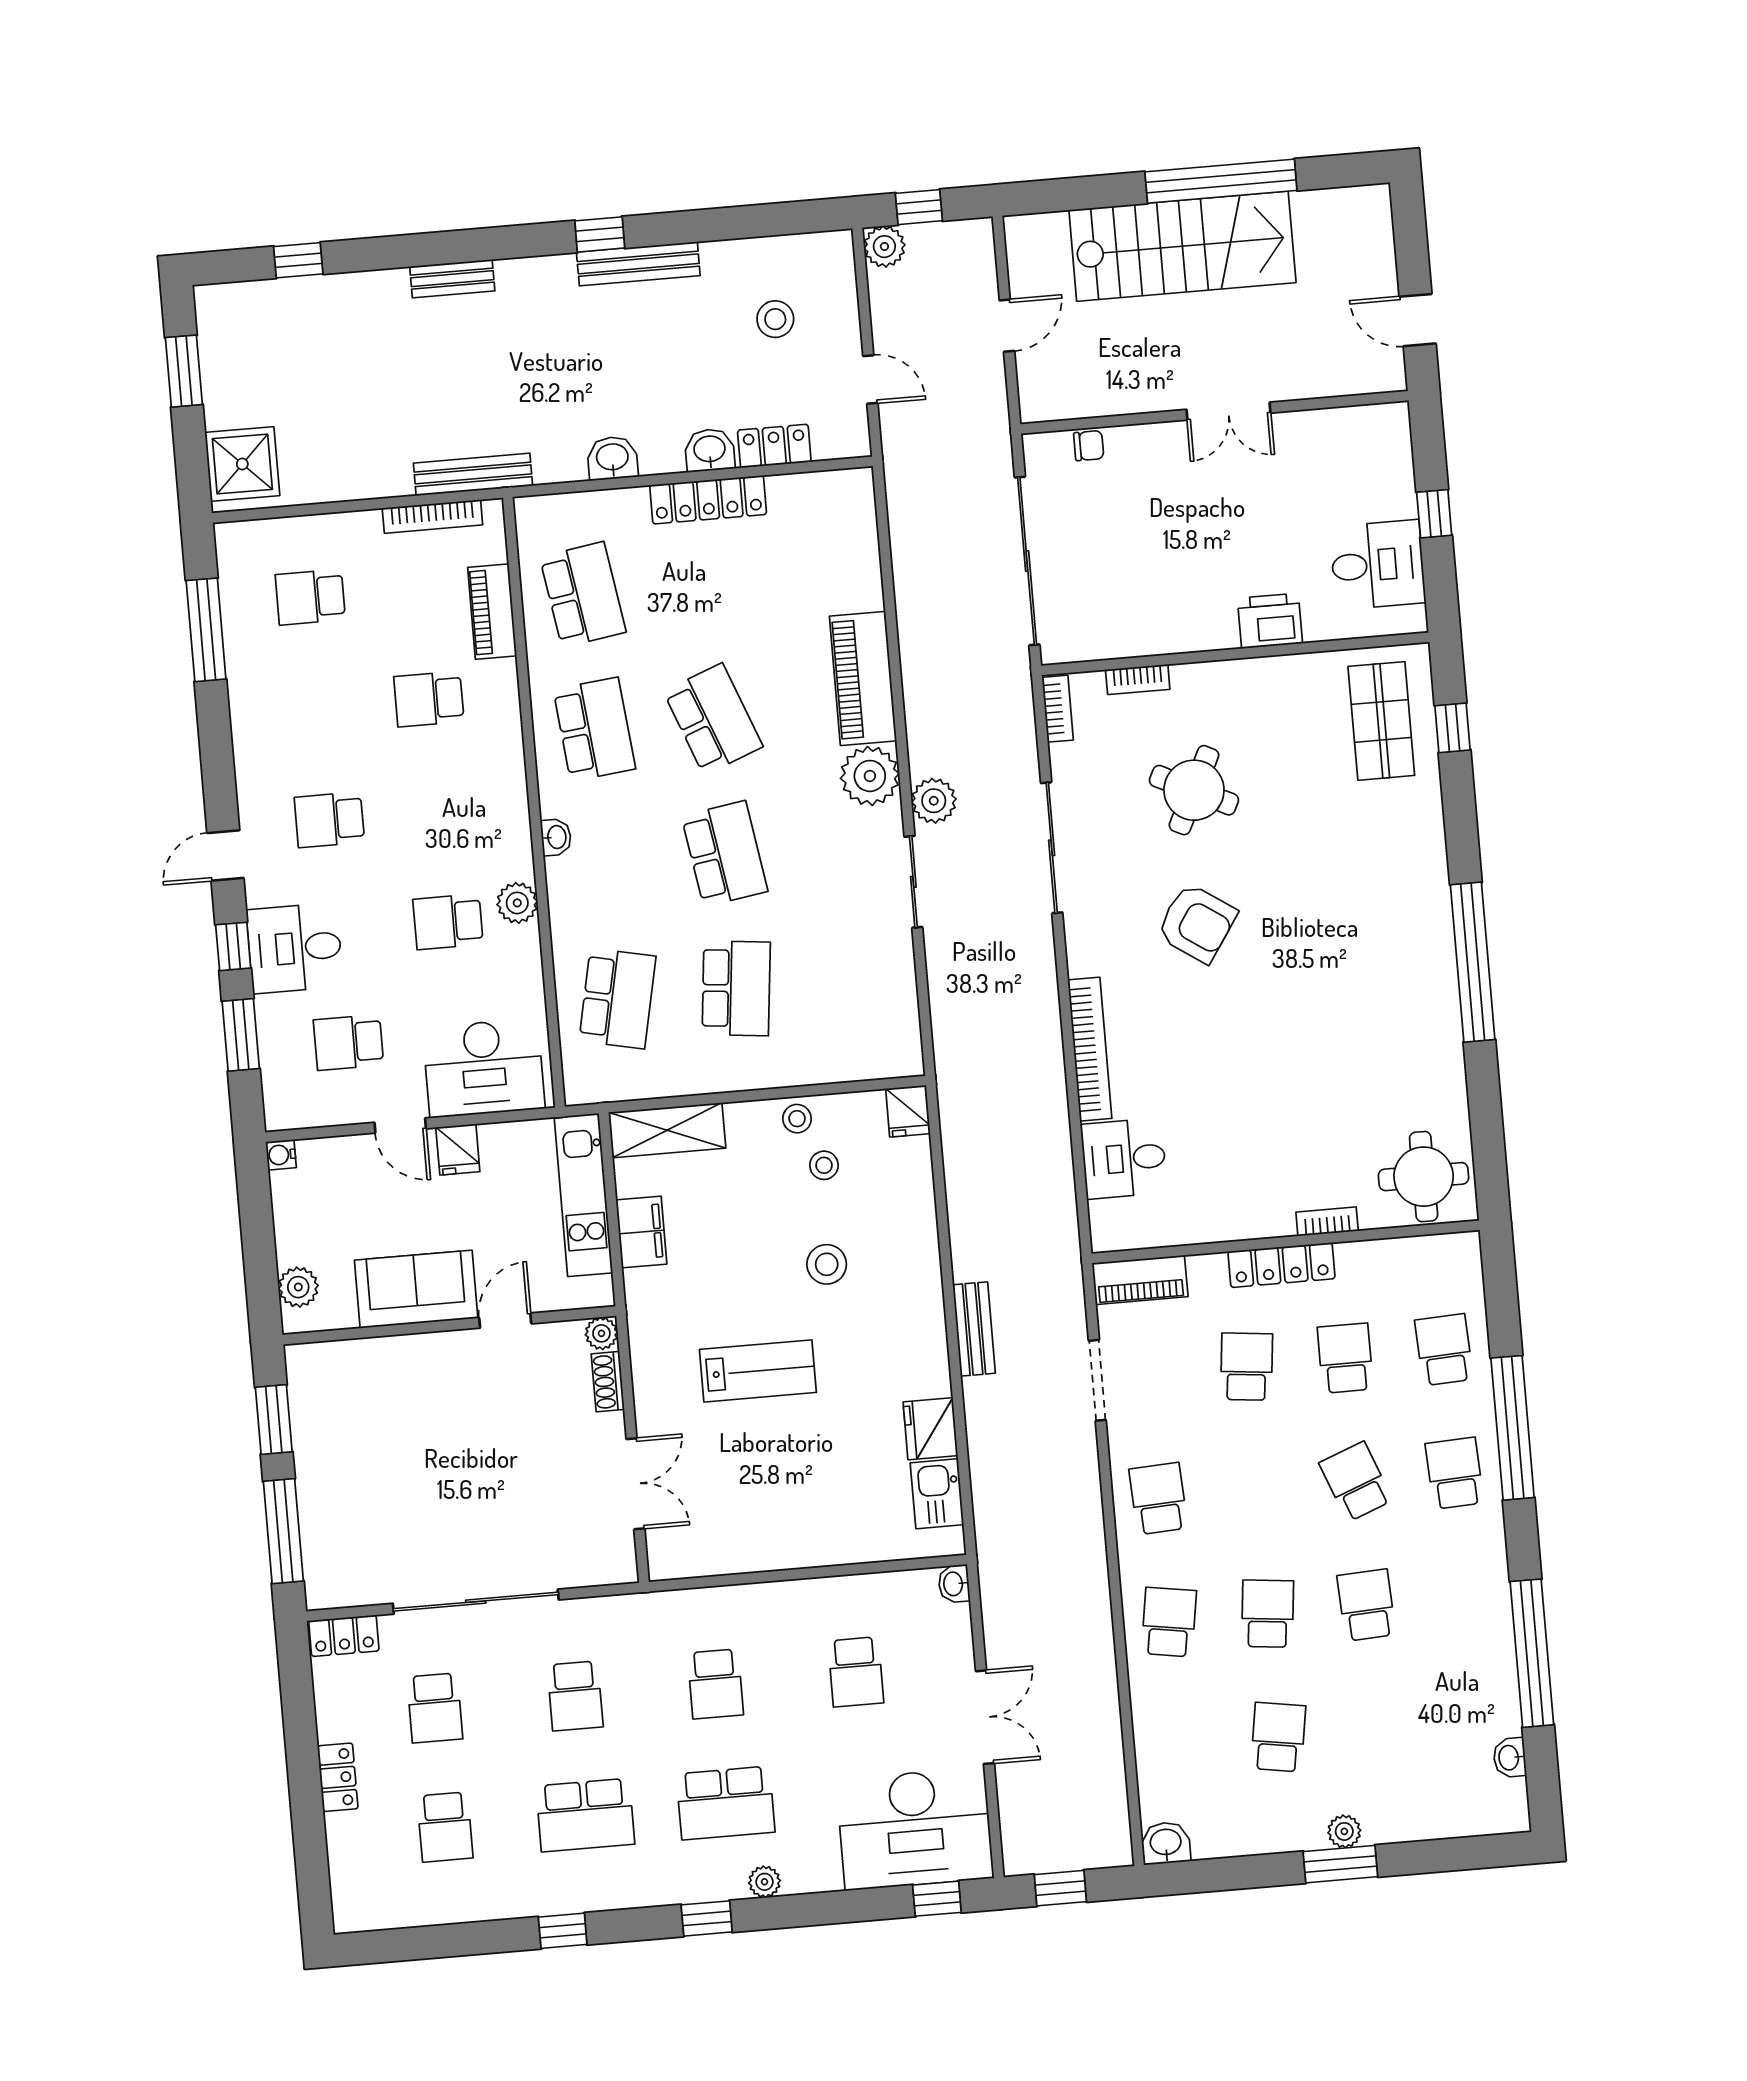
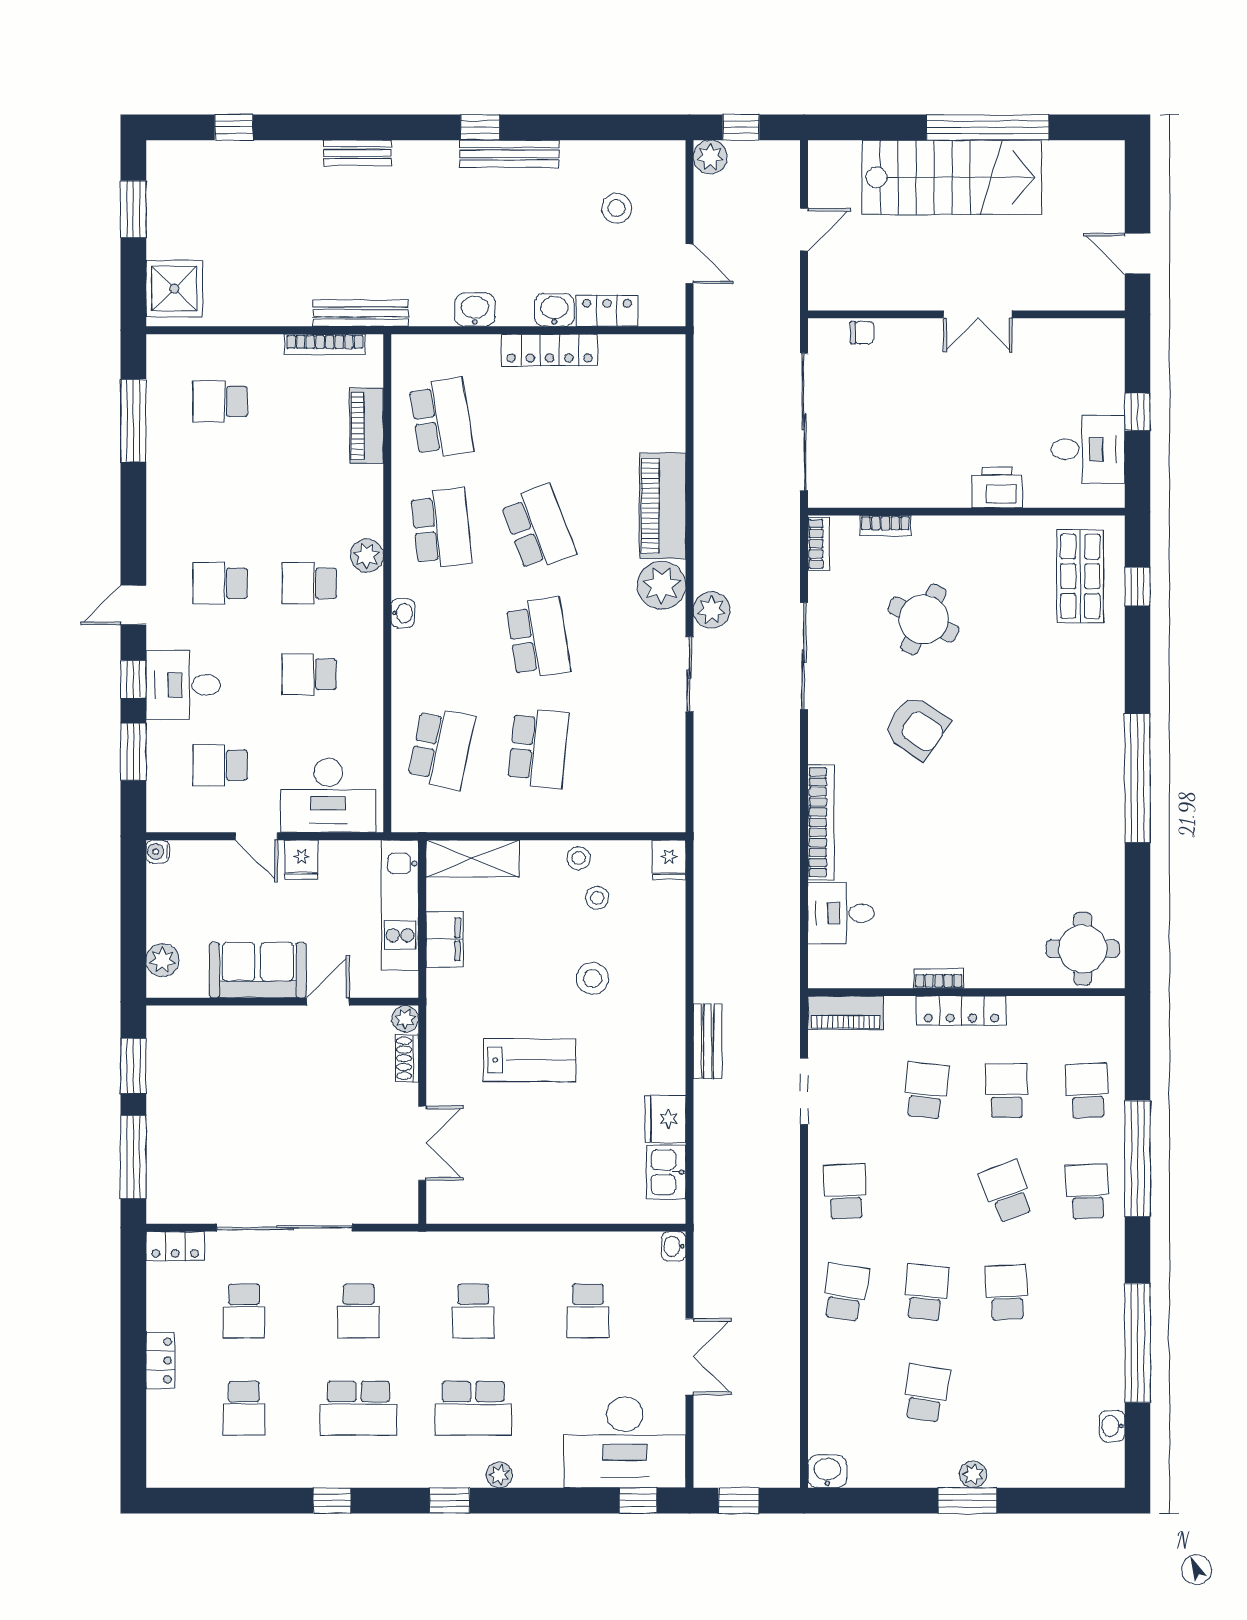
school desk: (429, 699) -> (309, 583), moved
plant: (517, 903) -> (367, 556), moved
bookcase: (1327, 1221) -> (939, 978), moved

